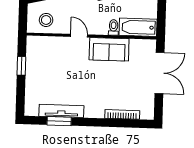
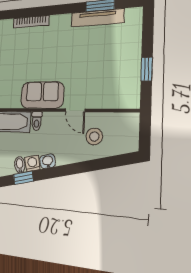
stool: (46, 20) -> (94, 136), moved

